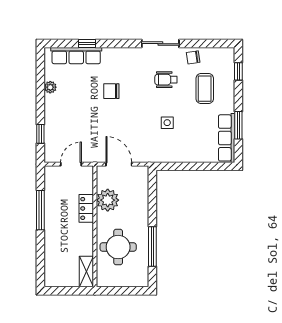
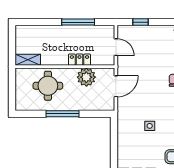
window: (152, 247) -> (63, 114), moved

